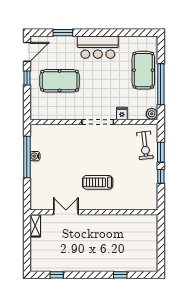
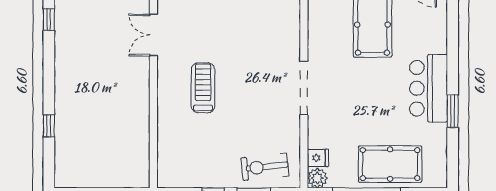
window: (63, 33) -> (453, 111), moved
fridge: (122, 113) -> (318, 158), moved
double door: (66, 212) -> (153, 35), swing flipped

